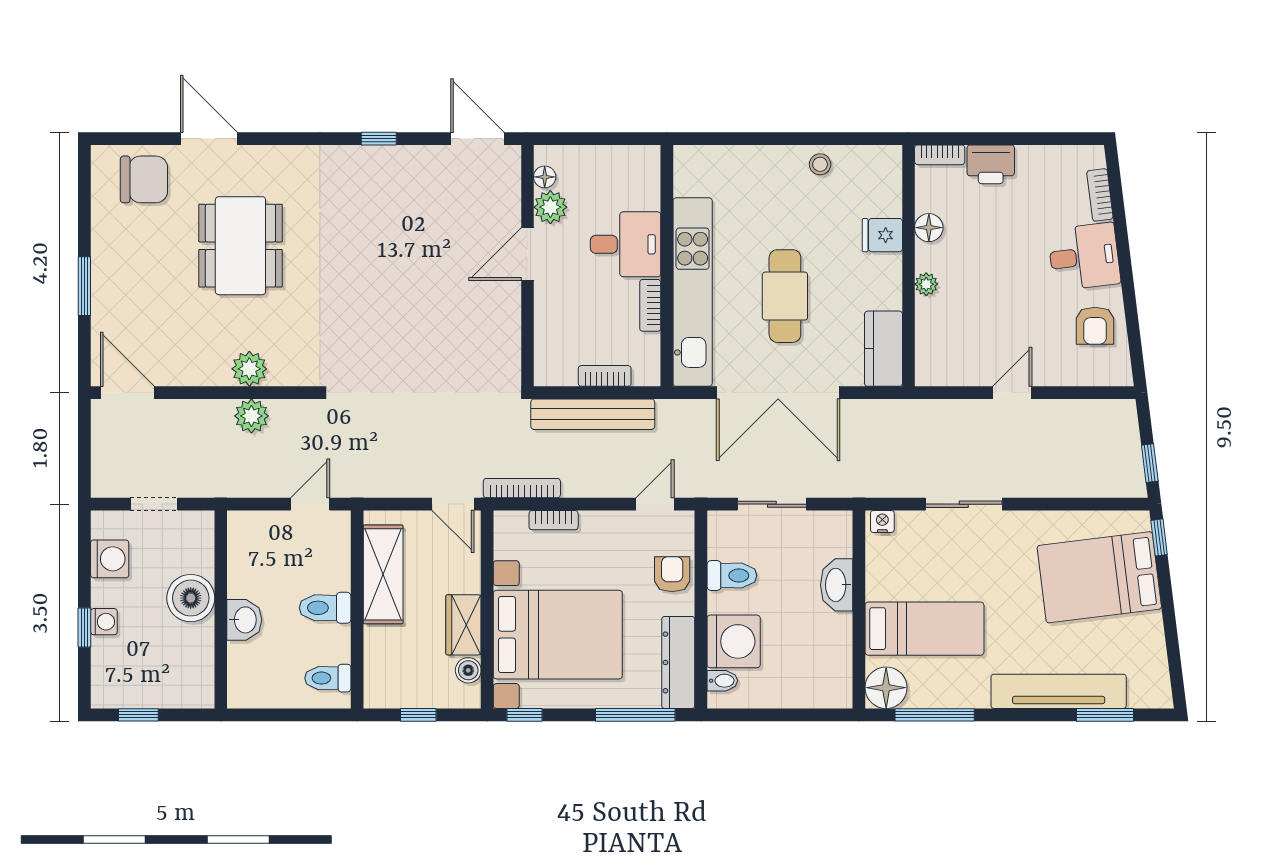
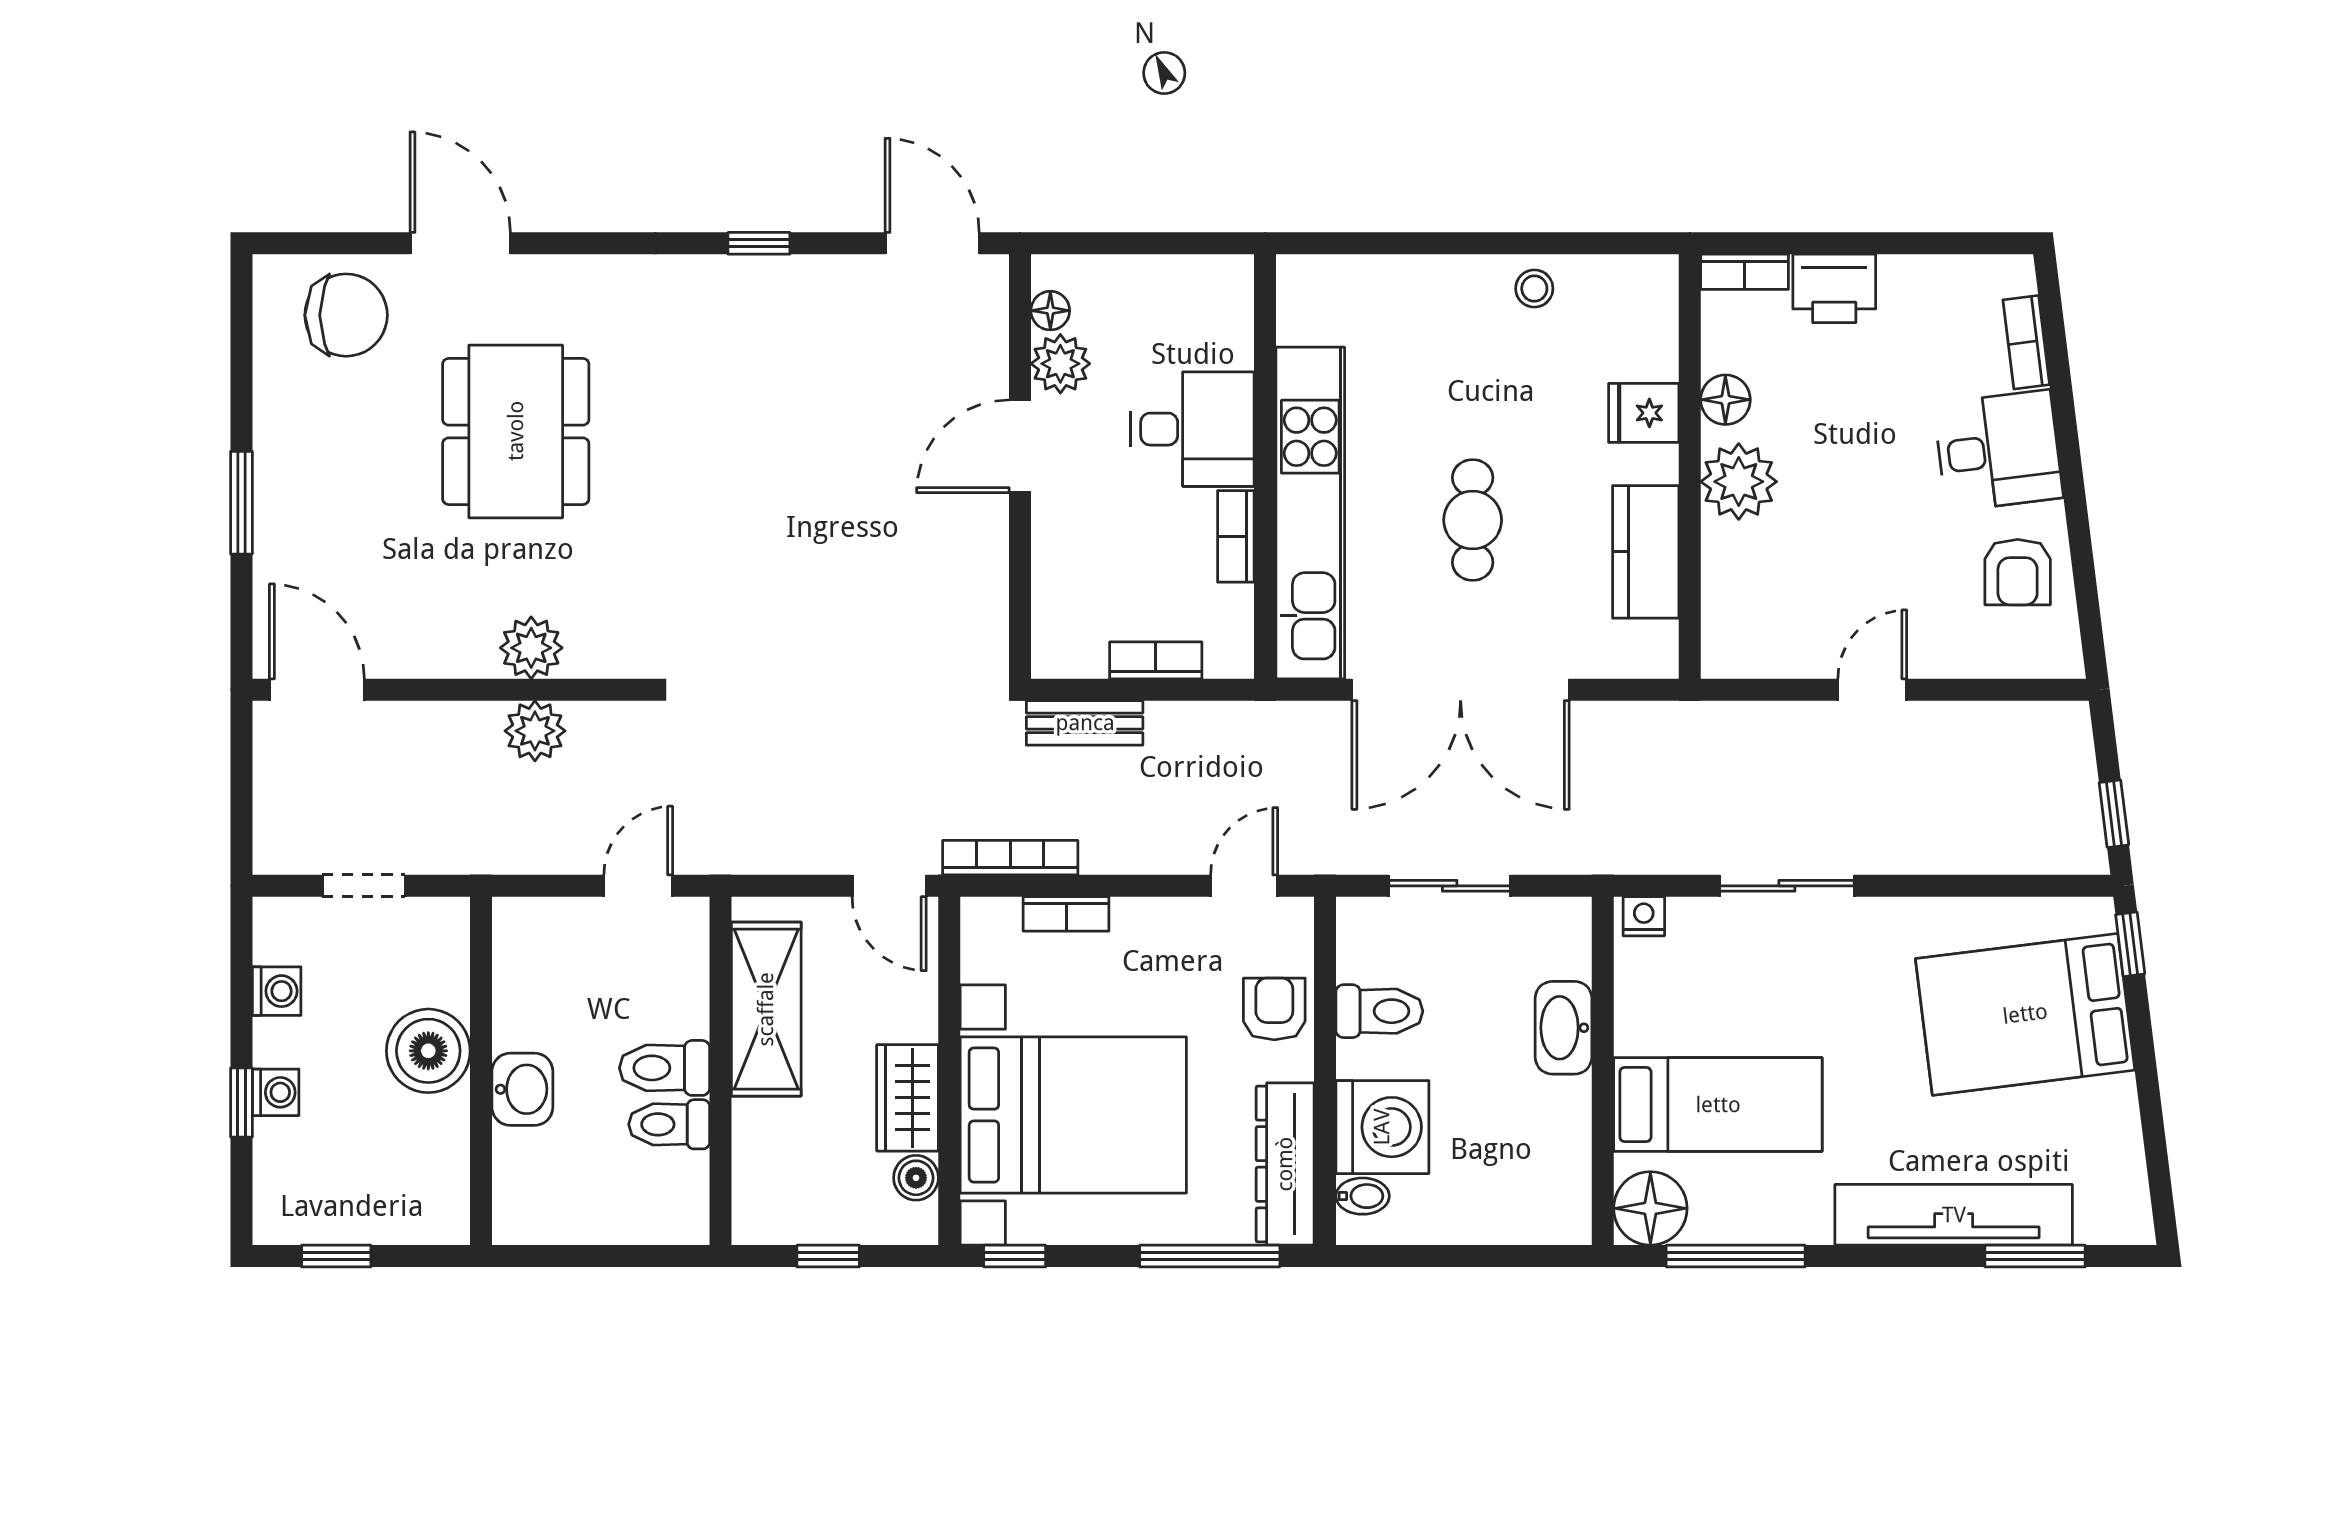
plant: (926, 284) -> (1739, 482), width x1.88, depth x1.88
cafe table: (785, 296) -> (1473, 520), width x0.73, depth x0.74
kitchen counter: (883, 349) -> (1646, 552), moved
bench: (593, 414) -> (1085, 723), width x0.54, depth x0.82
washing machine: (110, 559) -> (277, 991), width x0.73, depth x0.73
toilet: (328, 678) -> (669, 1124), moved

